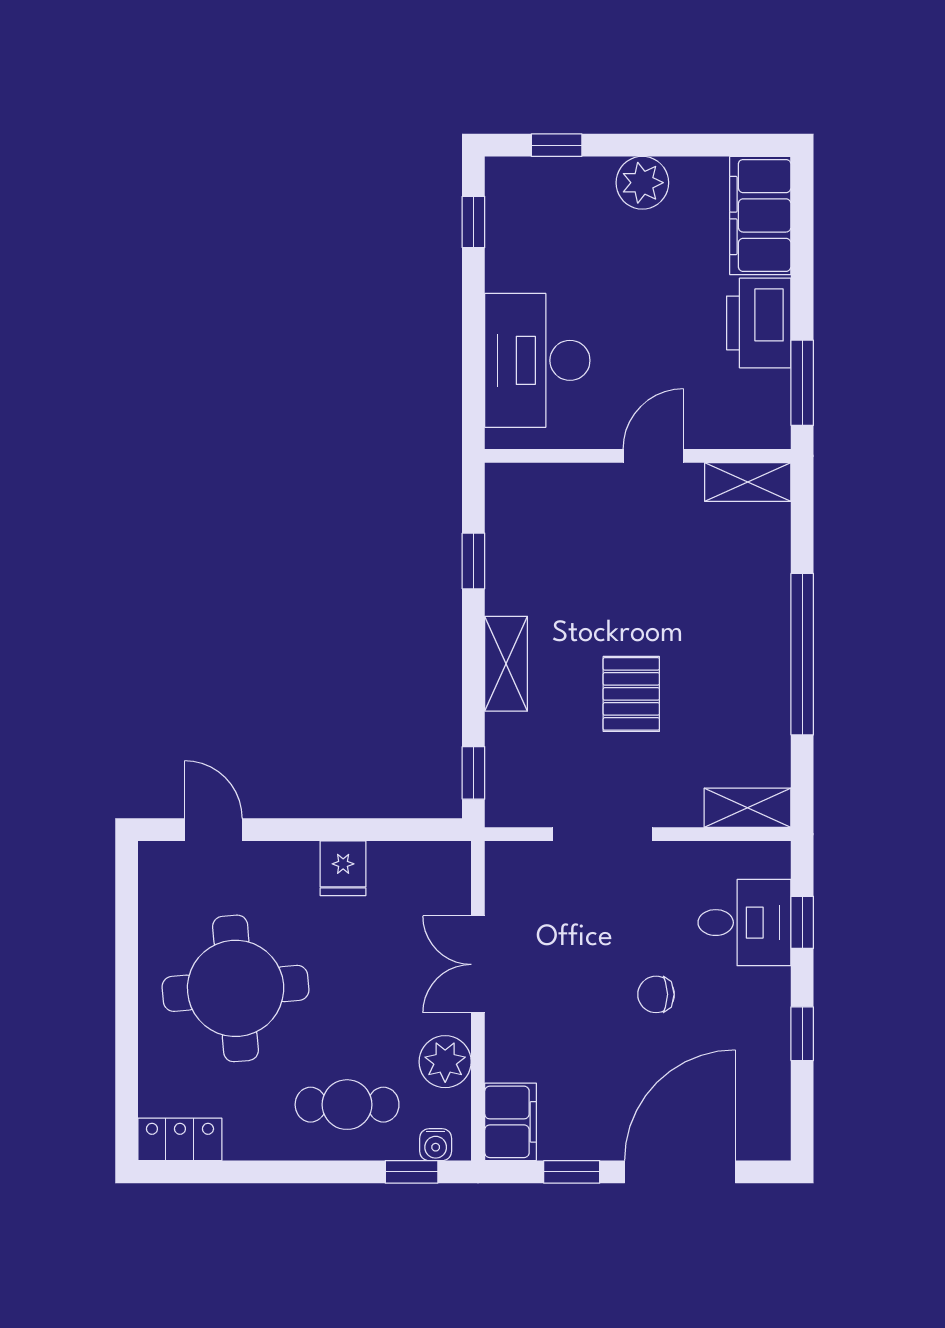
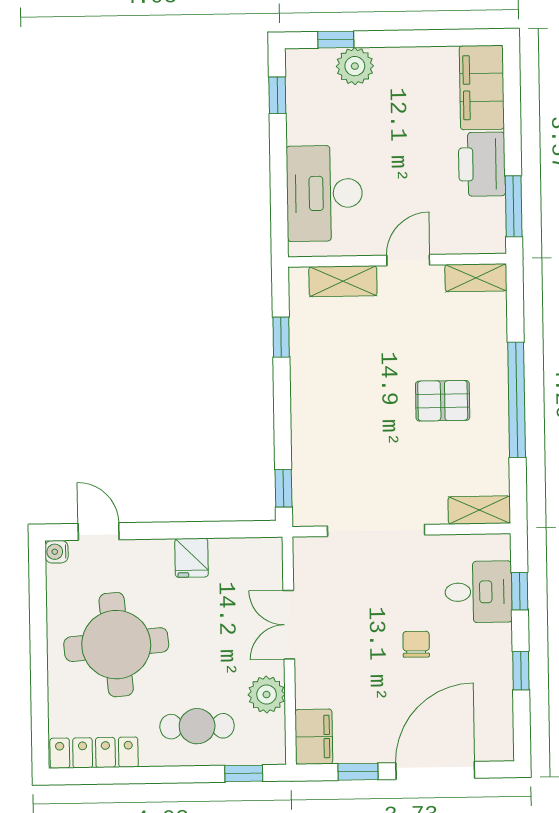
plant: (642, 183) -> (355, 66), moved
shelving: (506, 664) -> (343, 281), moved, turned 90
pallet: (631, 694) -> (443, 401), moved, turned 90
doorway: (602, 834) -> (376, 530), width x1.36
chair: (656, 994) -> (416, 644), turned 90
locker: (180, 1139) -> (94, 753), width x1.53
water cooler: (436, 1145) -> (57, 552), moved, turned 90

